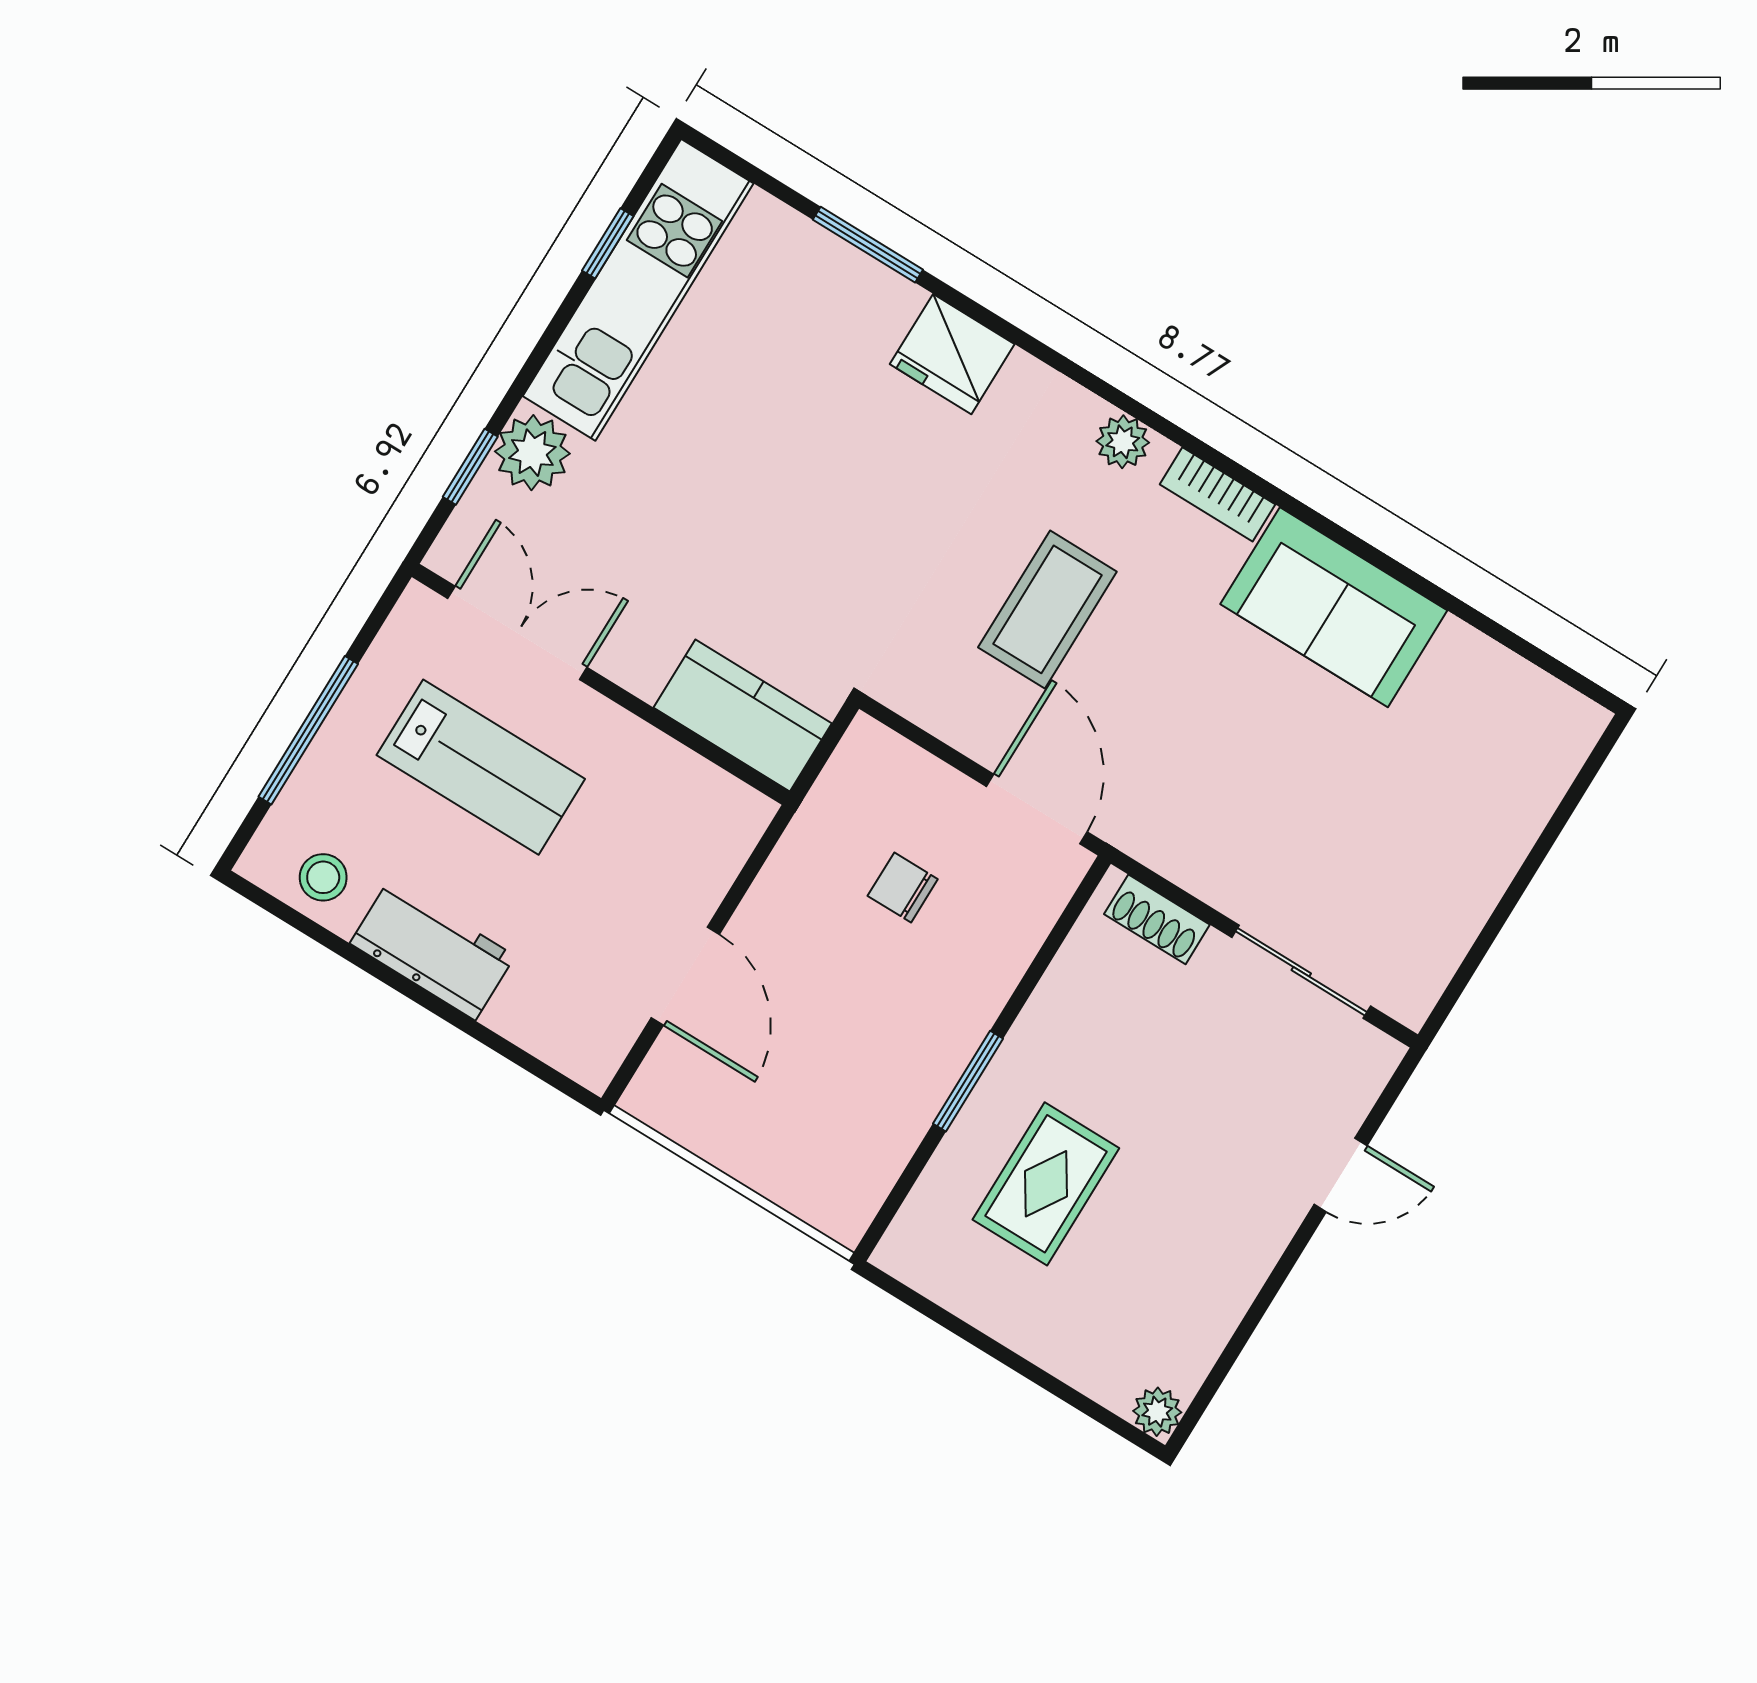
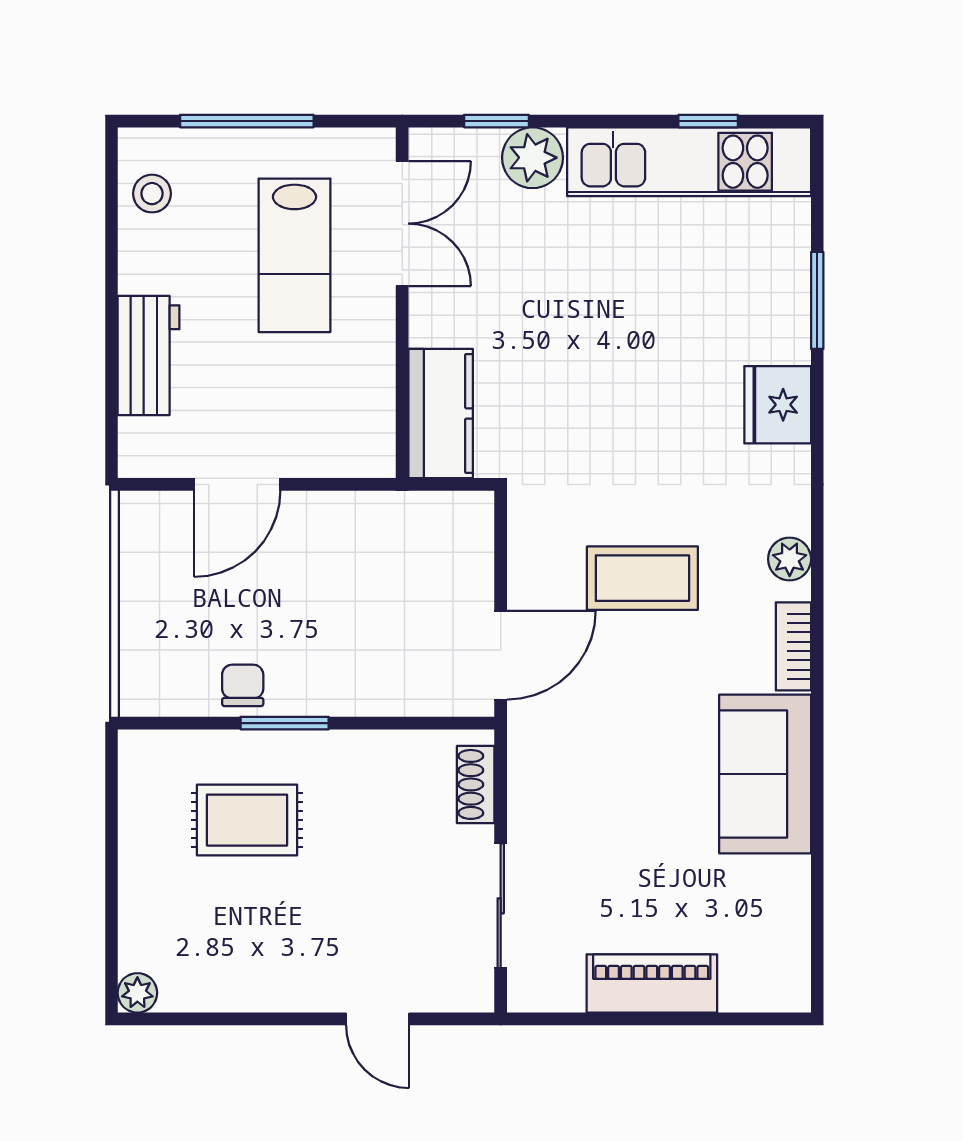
piano: (1481, 863) -> (652, 983), added
chair: (903, 887) -> (243, 685), moved
workbench: (432, 950) -> (149, 355), moved

